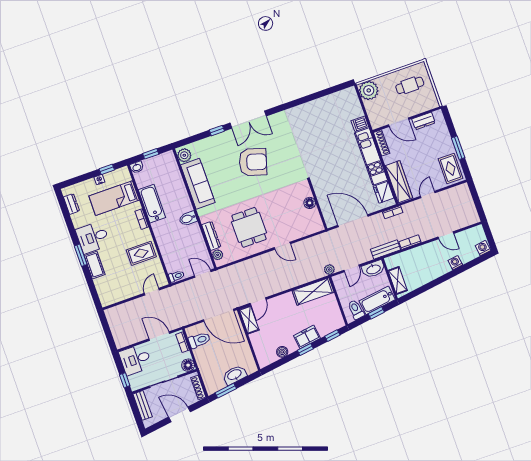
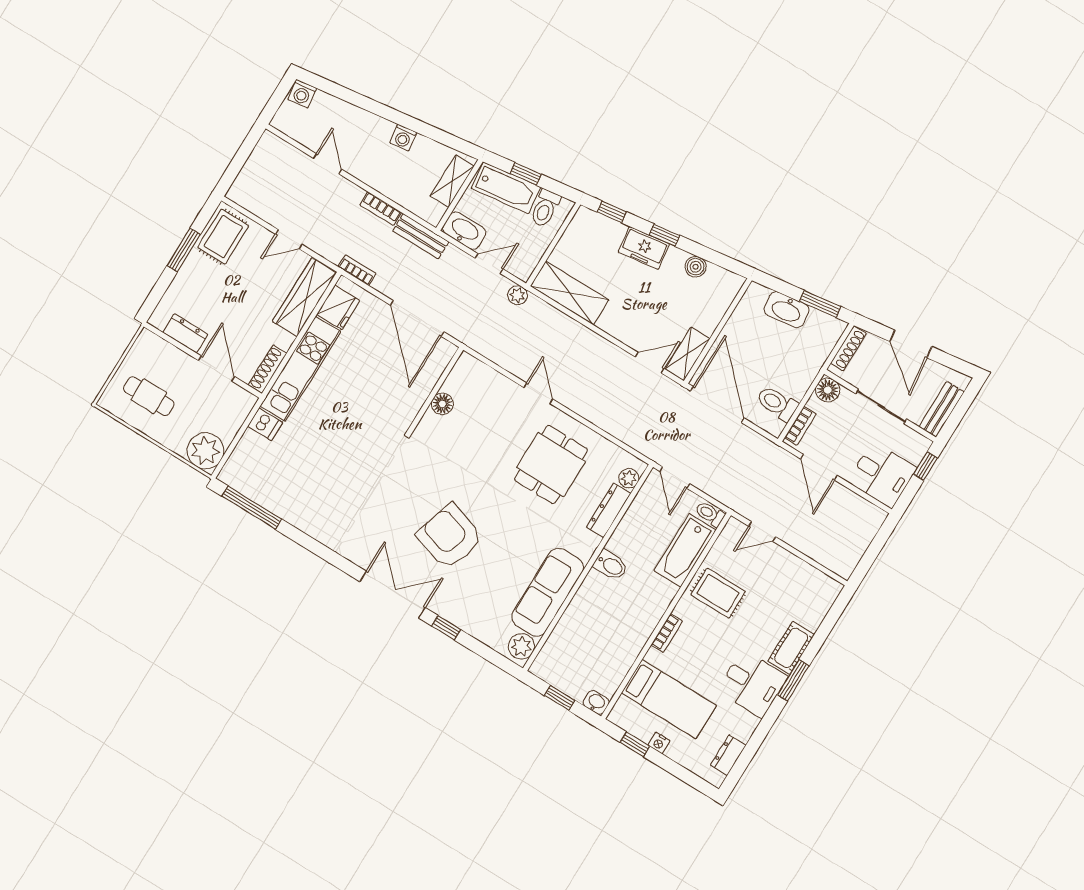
window: (330, 91) -> (252, 508), added
bathtub: (152, 204) -> (685, 550), moved
washing machine: (455, 263) -> (403, 138), moved

